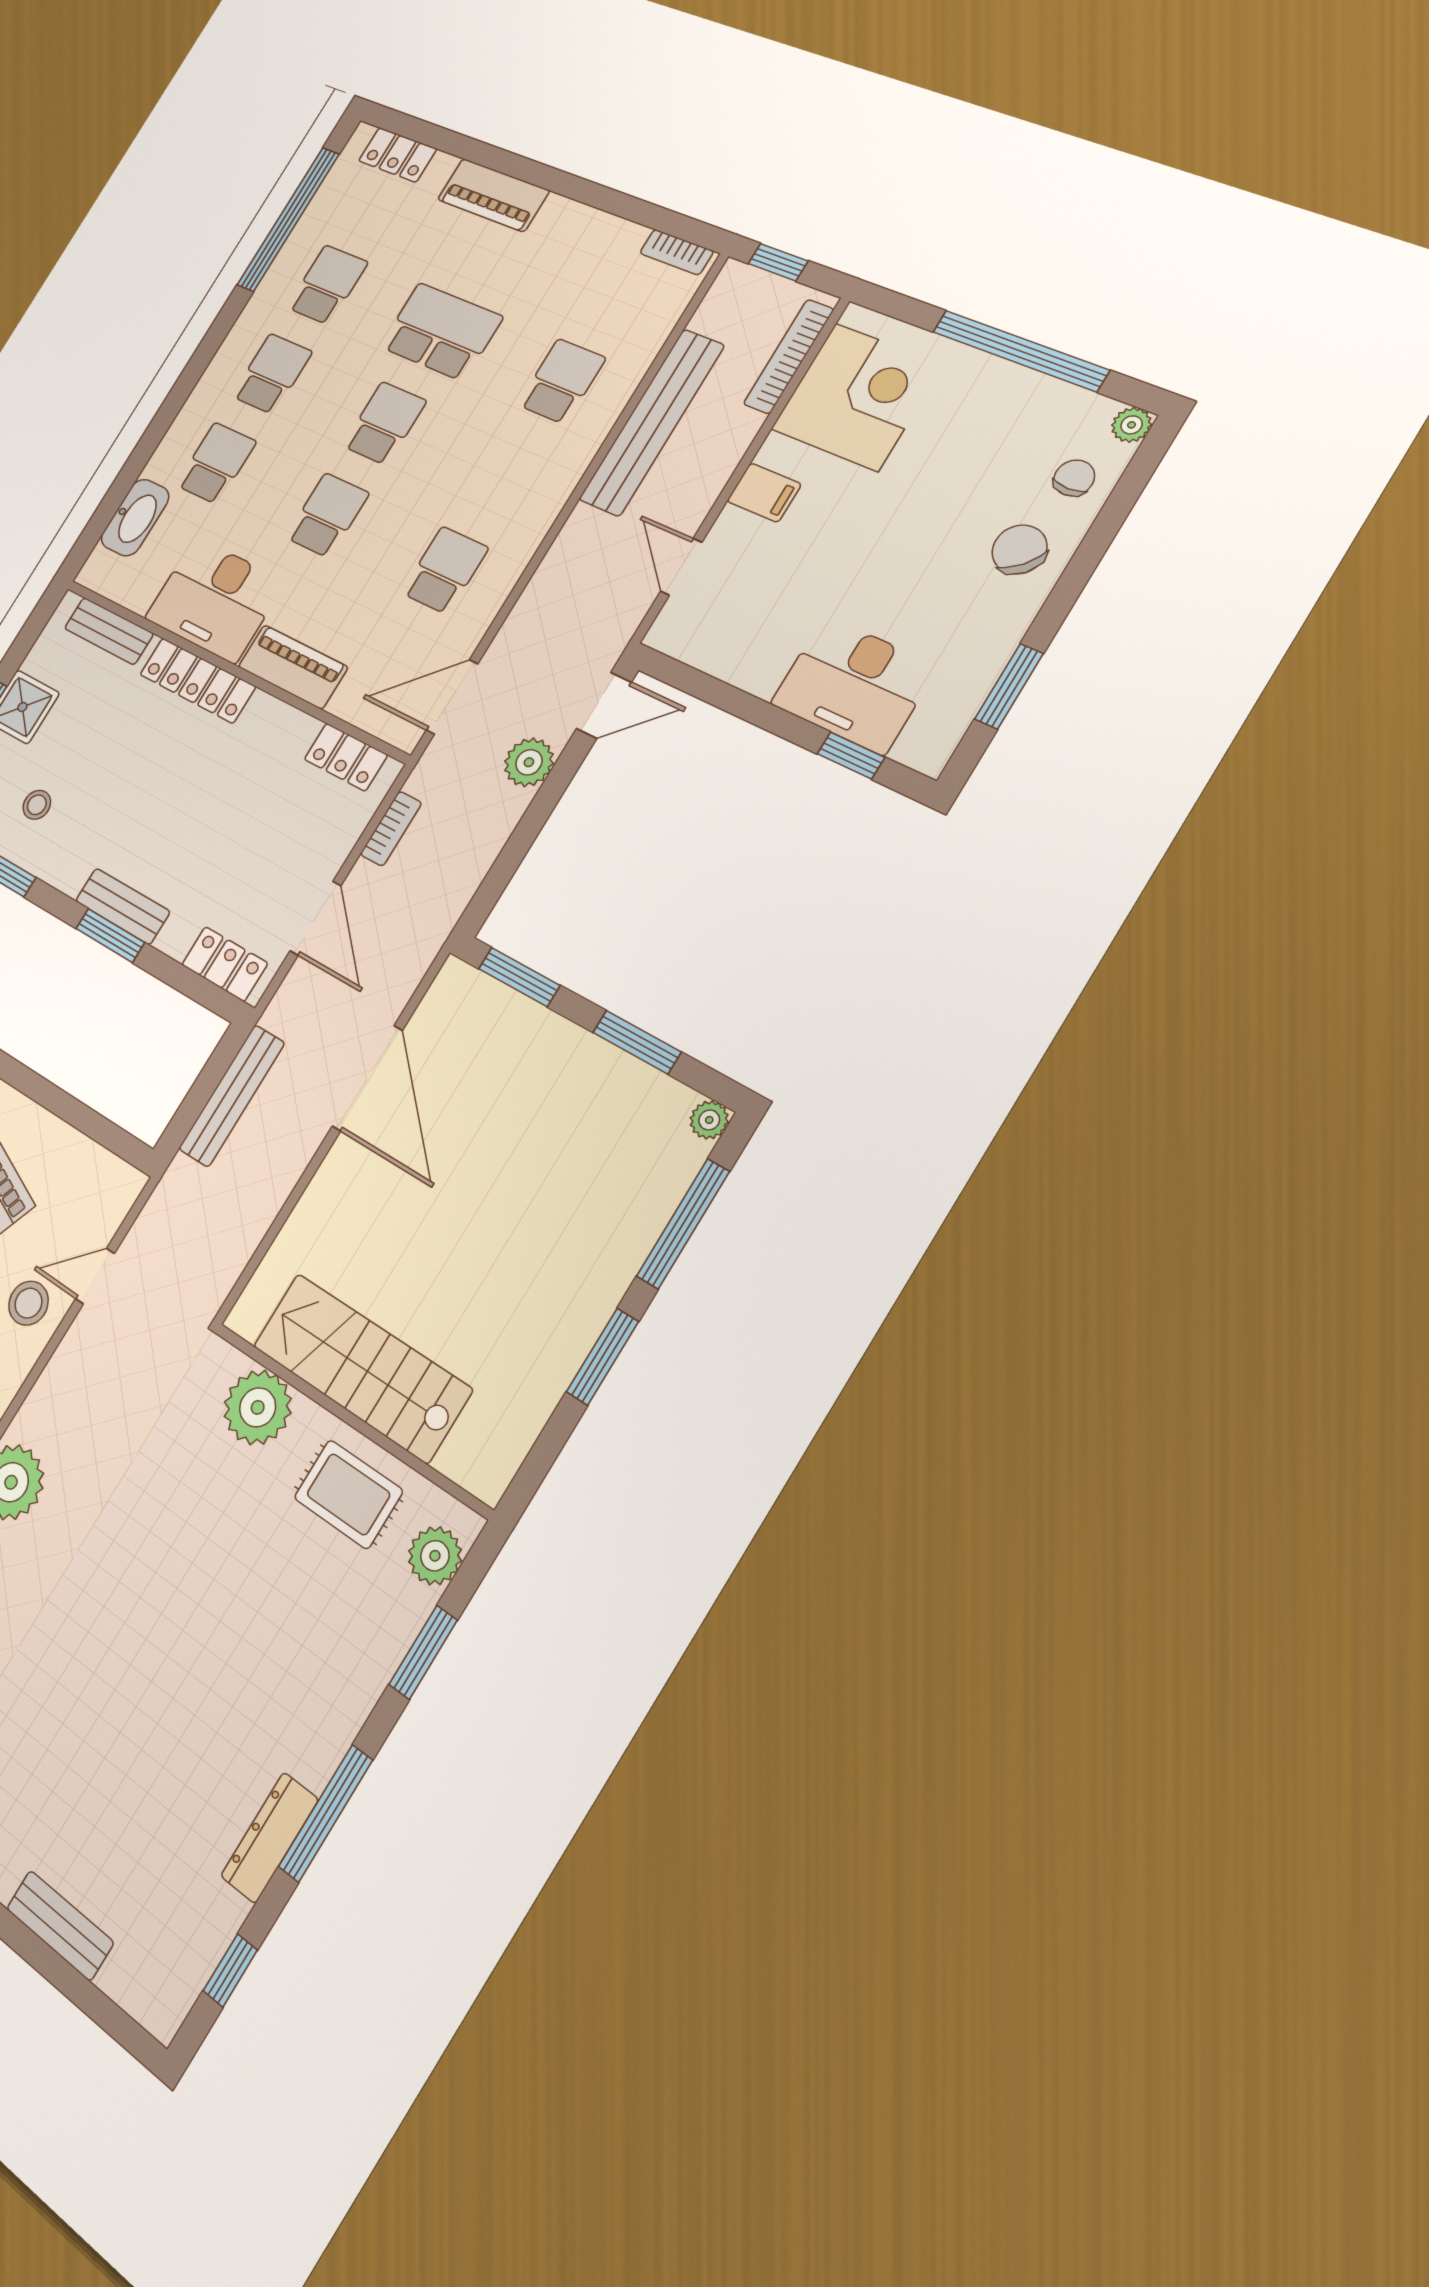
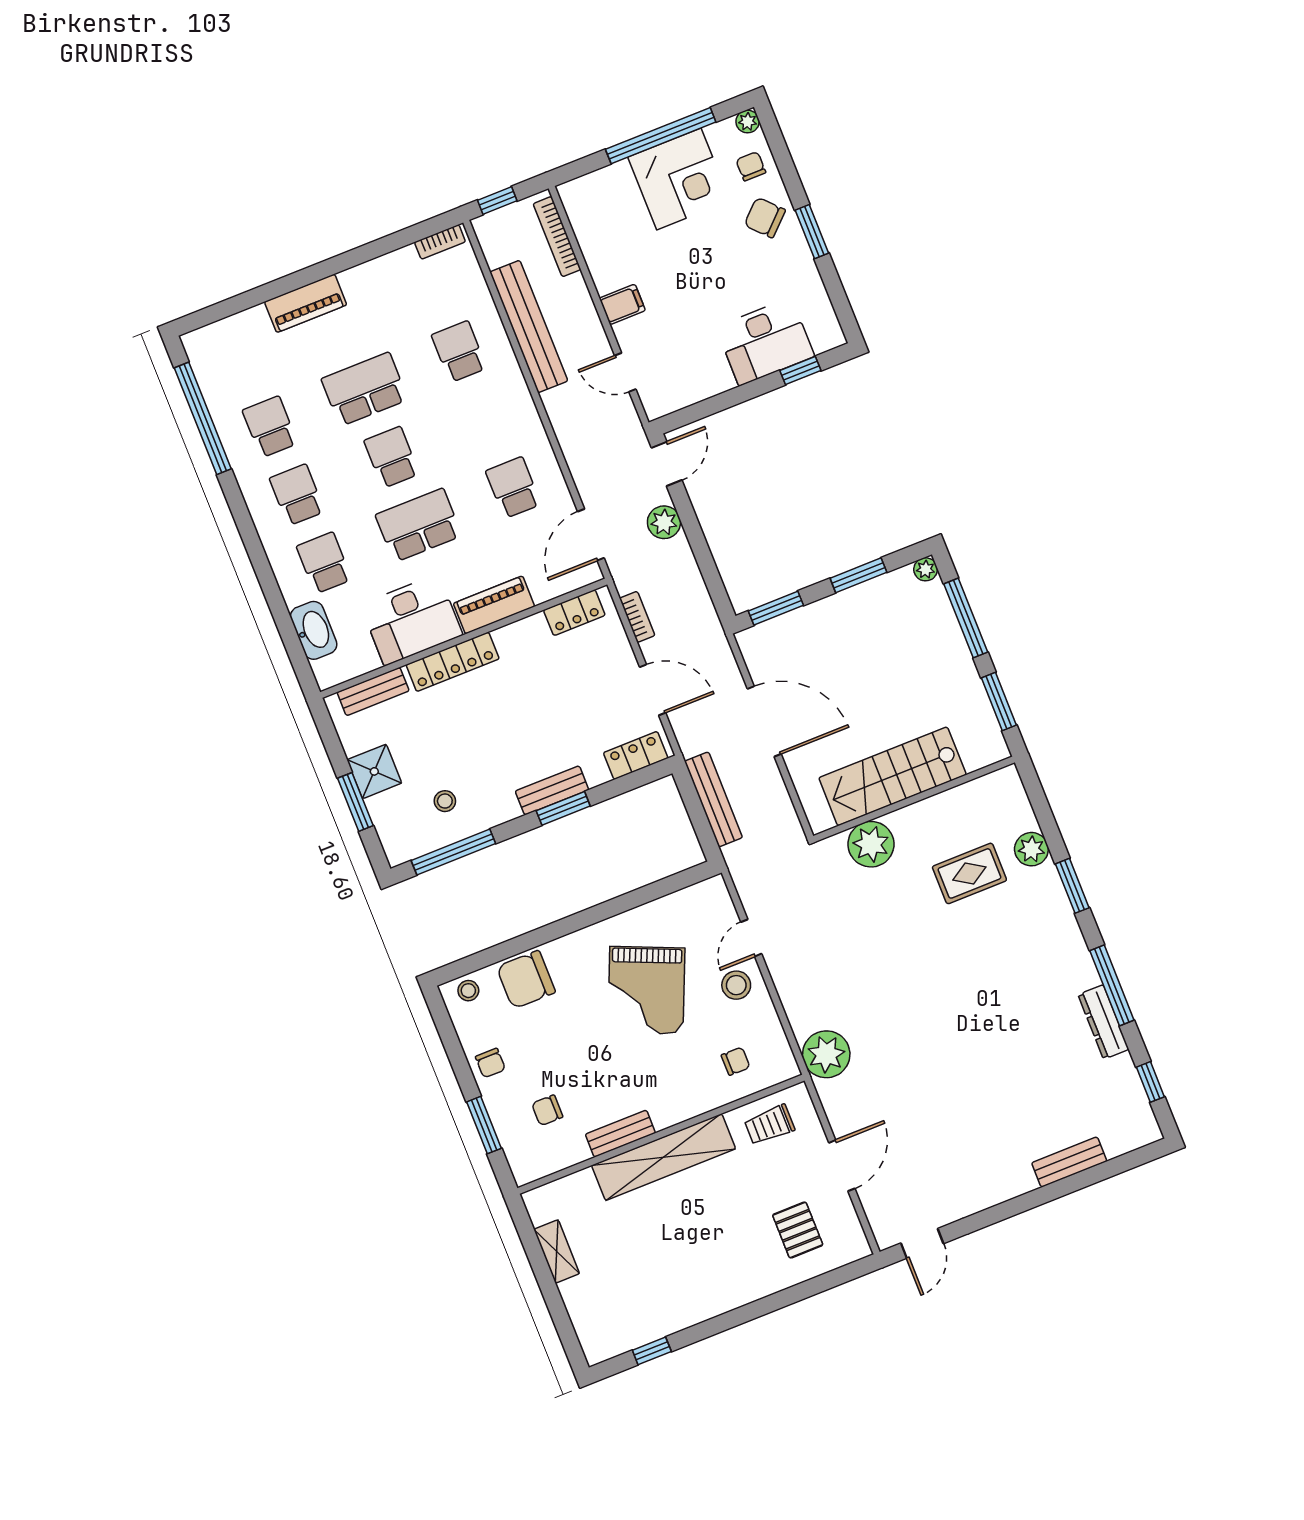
locker: (398, 155) -> (224, 333), removed
corner desk: (857, 397) -> (679, 179), moved, turned 90
school desk: (327, 515) -> (419, 525), width x1.85
window: (1009, 686) -> (812, 232), moved
stairs: (362, 1367) -> (893, 776), moved
plant: (258, 1407) -> (871, 844), moved
wall: (351, 1419) -> (914, 799), moved

